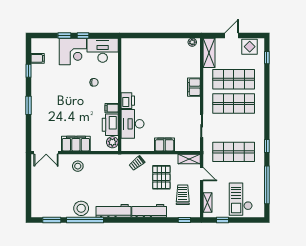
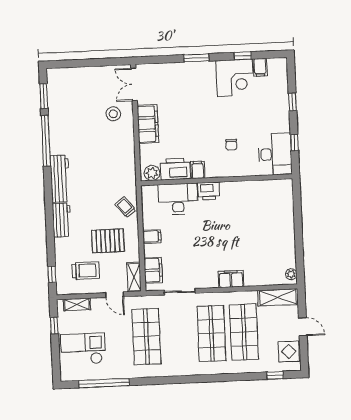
window: (83, 35) -> (294, 143), moved
corner desk: (73, 51) -> (235, 78), moved, turned -90
filing cabinet: (164, 144) -> (152, 236), width x0.50
filing cabinet: (185, 145) -> (153, 270), added
window: (267, 146) -> (156, 381), removed
stool: (78, 166) -> (113, 114), moved
door: (202, 174) -> (114, 295), hinge flipped
stool: (81, 208) -> (61, 135), removed
workbench: (149, 211) -> (62, 220), width x0.73

